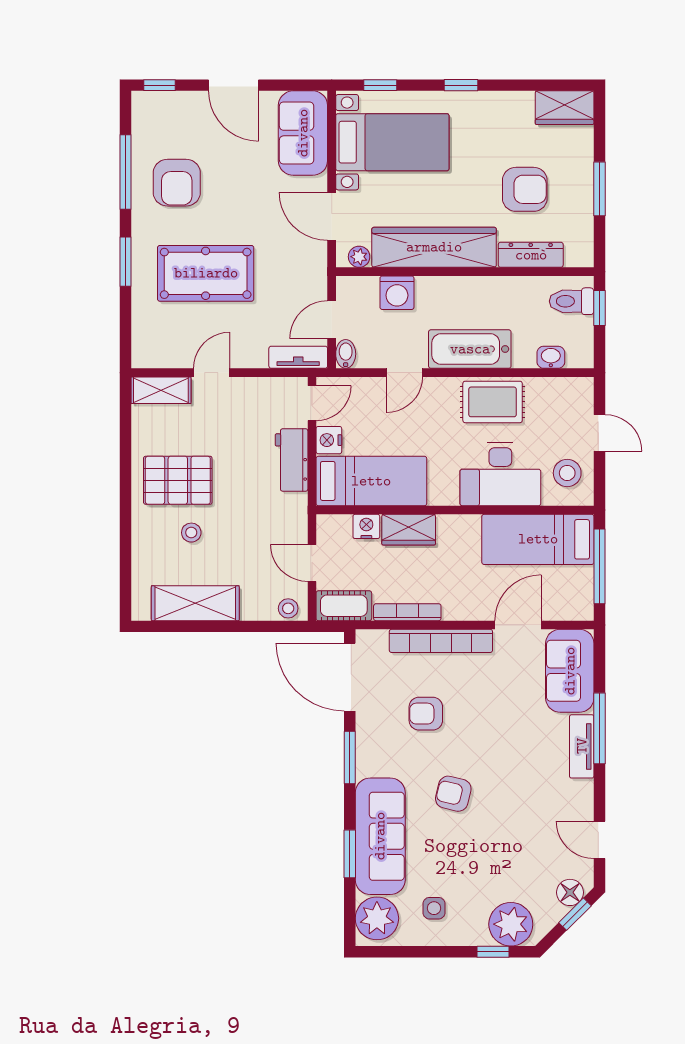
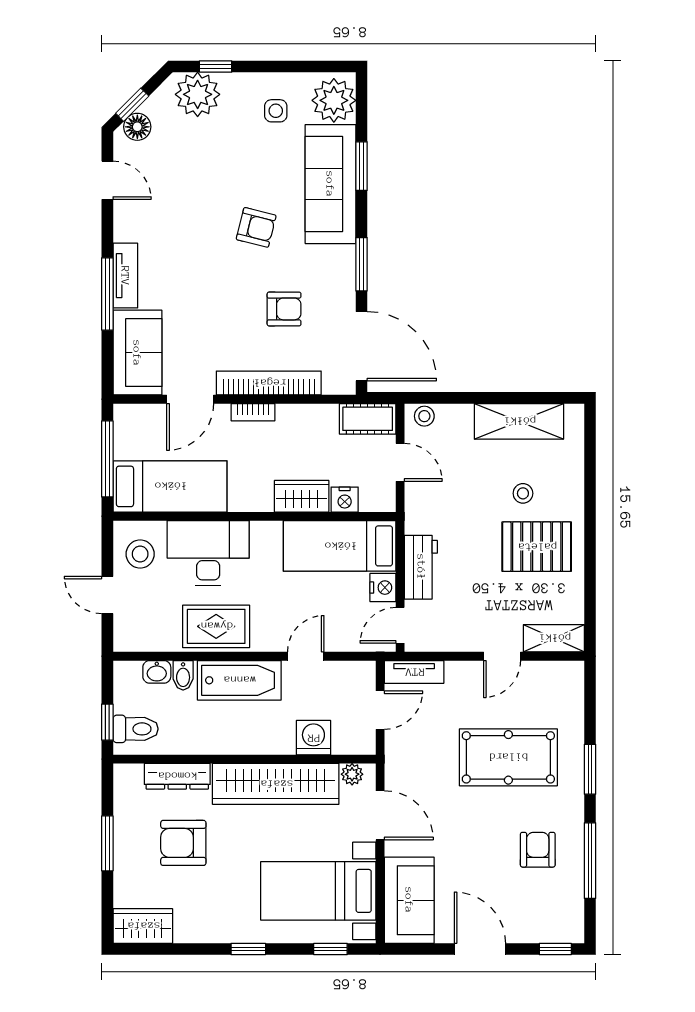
armchair: (177, 183) -> (538, 850), width x0.72, depth x0.72
bidet: (346, 354) -> (183, 675), moved
bookcase: (407, 612) -> (253, 412), moved, width x0.64

